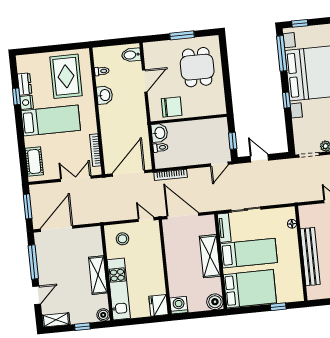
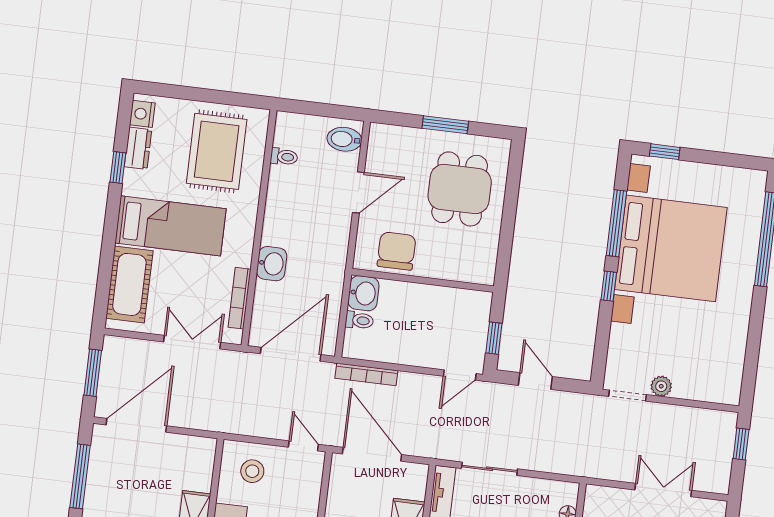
window: (282, 53) -> (617, 223), moved
washbasin: (105, 95) -> (272, 264), moved
nightstand: (27, 102) -> (142, 114), moved
chair: (172, 107) -> (397, 251), turned -90
cot: (34, 162) -> (129, 284), width x1.37, depth x1.34

